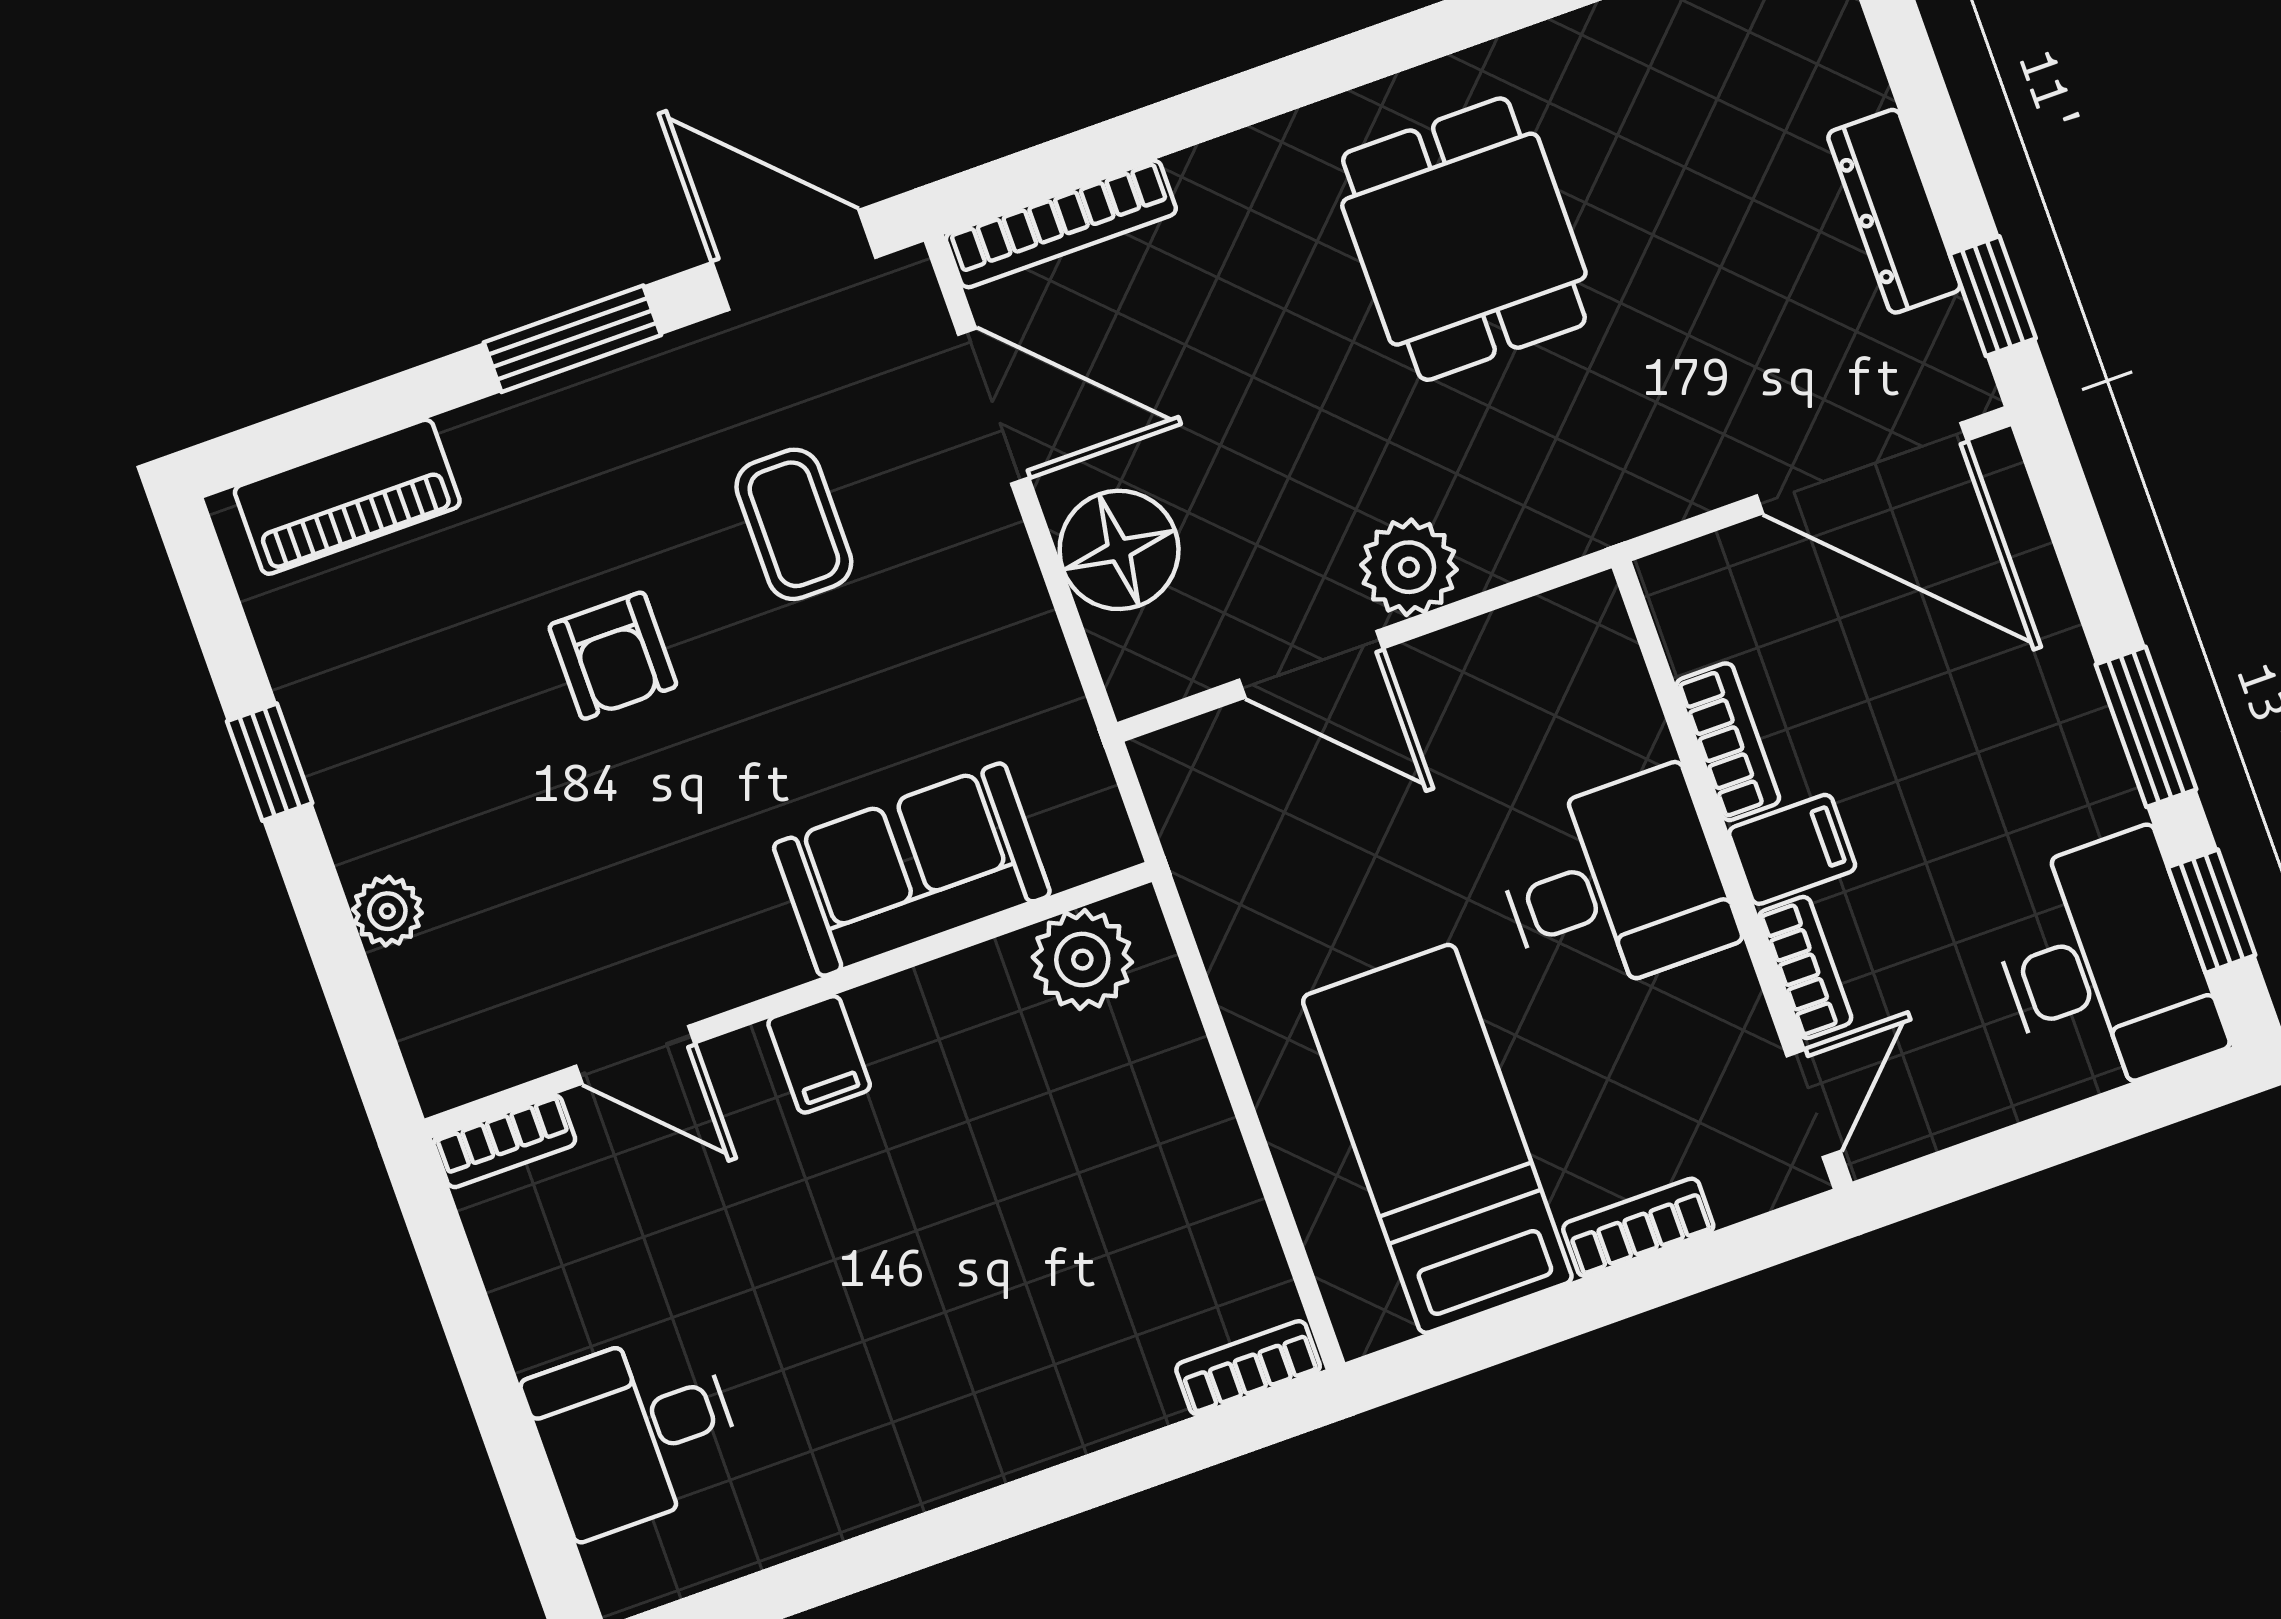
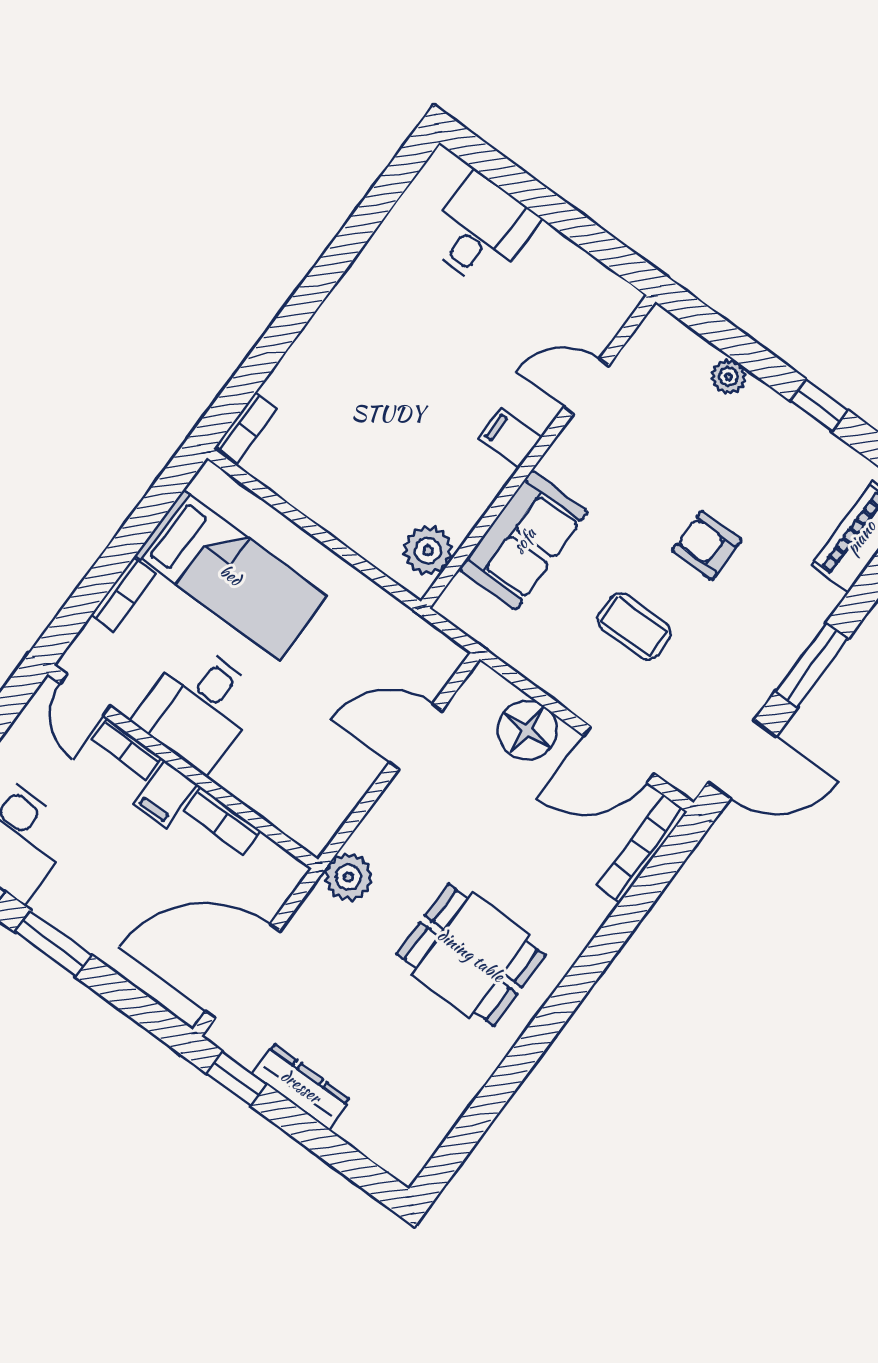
coffee table: (794, 524) -> (634, 626), moved
plant: (1409, 567) -> (348, 877), moved
desk: (1615, 885) -> (199, 708), moved
bookcase: (504, 1141) -> (616, 314), removed

